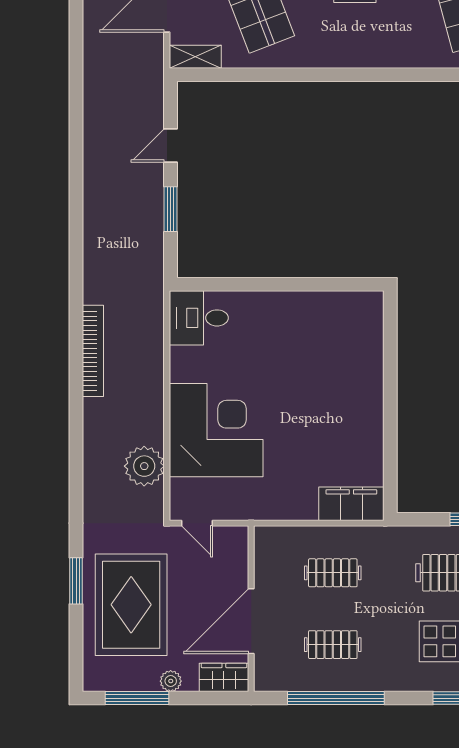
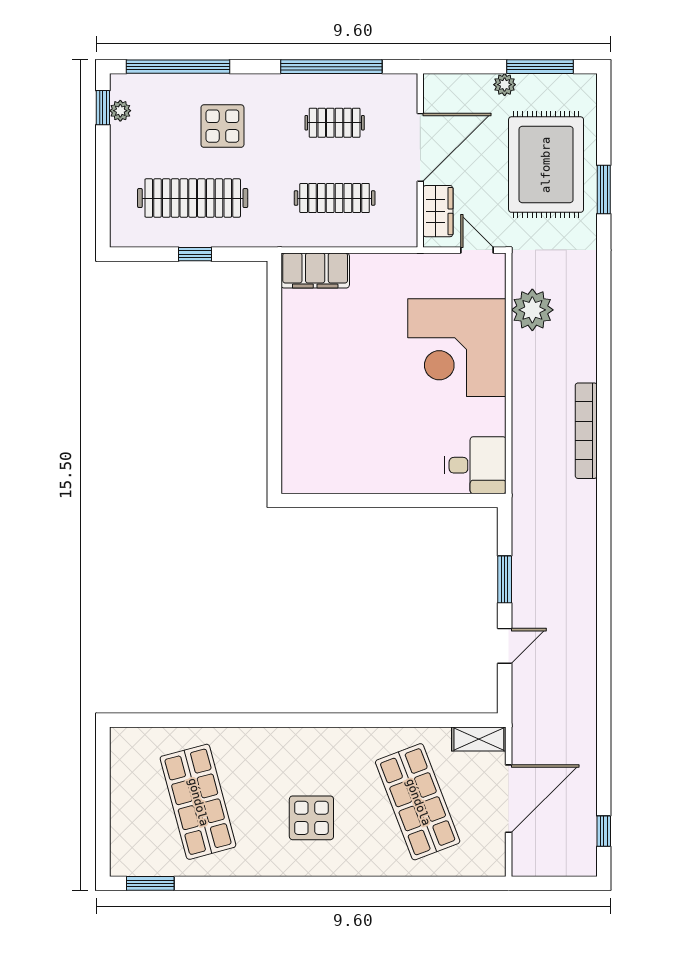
clothes rail: (333, 573) -> (335, 198), width x1.36
wardrobe: (224, 677) -> (438, 211), moved, turned -90

